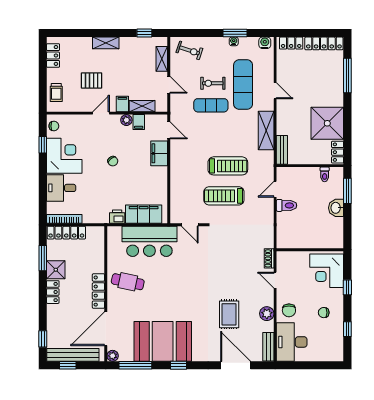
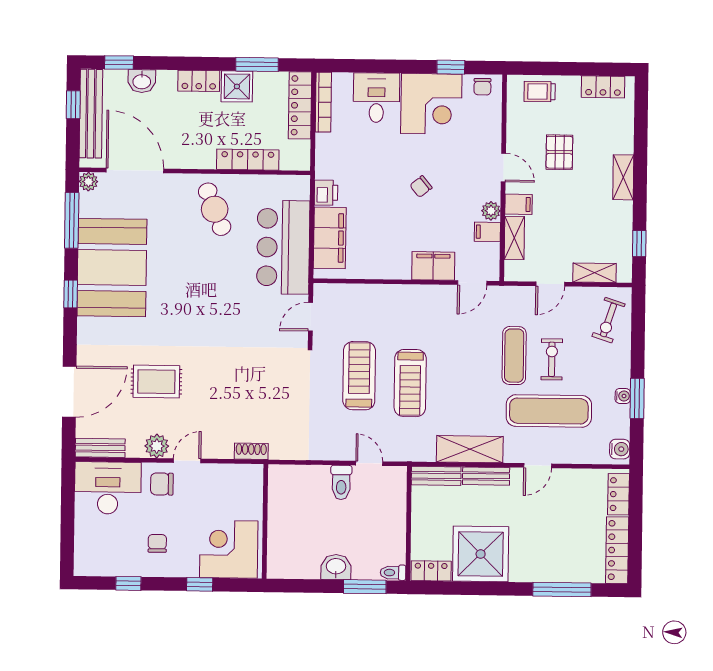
bench: (282, 121) -> (486, 476), added
toilet: (325, 174) -> (393, 573), moved
door: (275, 280) -> (187, 461), moved
cafe table: (128, 282) -> (215, 209), turned -34
locker: (98, 291) -> (248, 160), moved
washbasin: (53, 325) -> (142, 81), added

